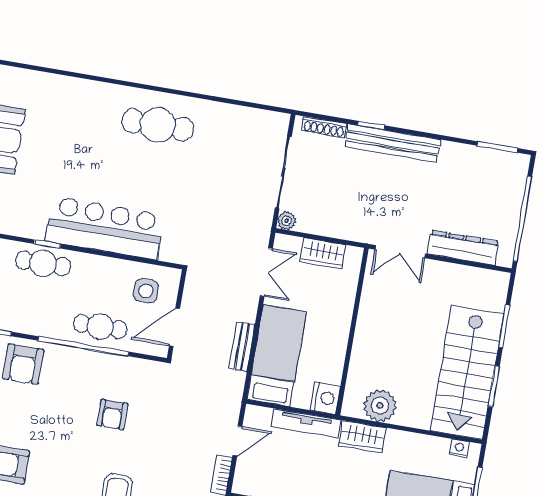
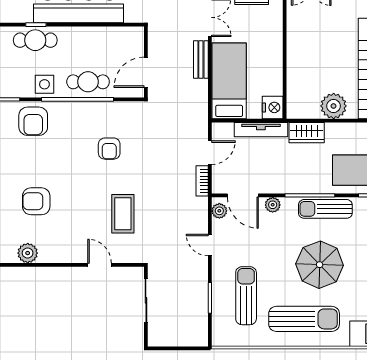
side table: (146, 291) -> (44, 84), moved
bench: (242, 346) -> (201, 59), moved
plant: (380, 406) -> (334, 106), moved

